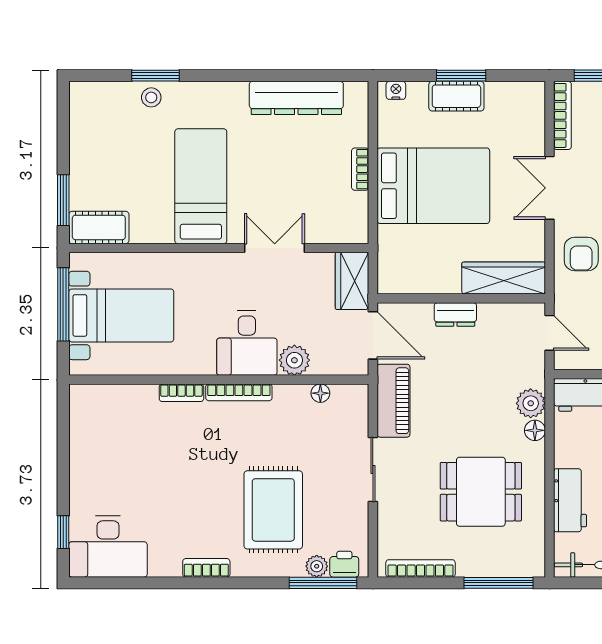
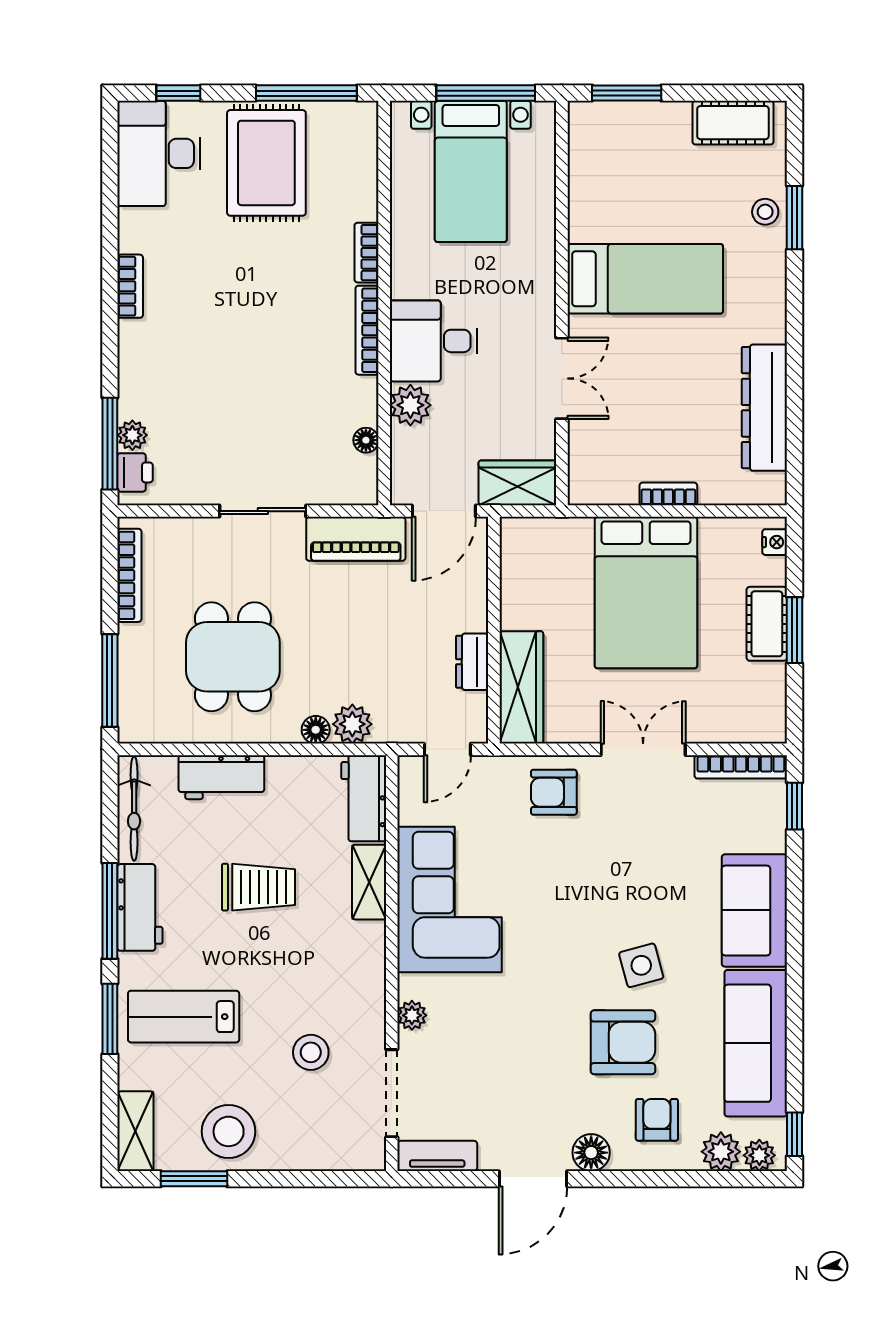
cot: (99, 227) -> (733, 123), moved, turned 90
dresser: (455, 314) -> (472, 662), moved
window: (63, 437) -> (306, 93), added
rug: (273, 510) -> (266, 163), moved, turned 90

